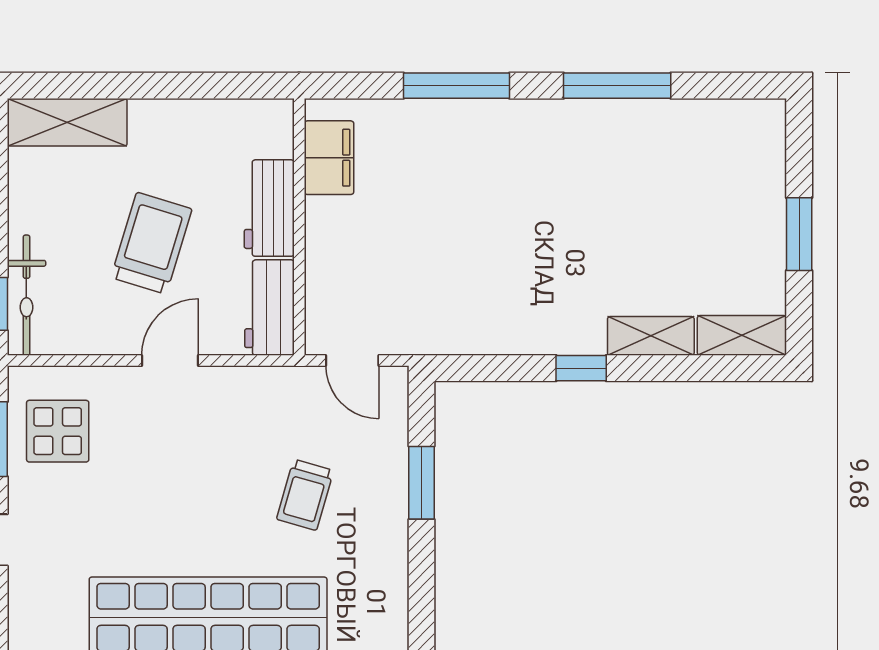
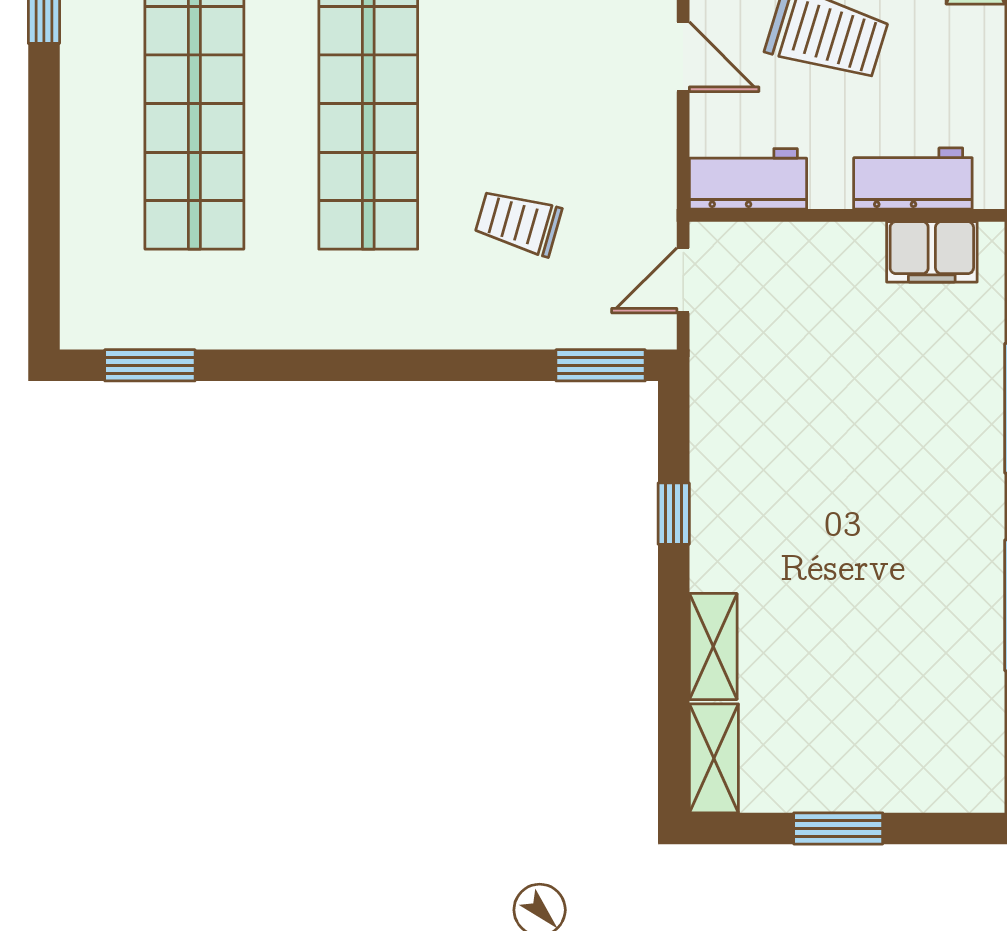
workbench: (269, 208) -> (913, 179), moved
window: (581, 368) -> (674, 514), moved
window: (421, 483) -> (601, 365), moved

